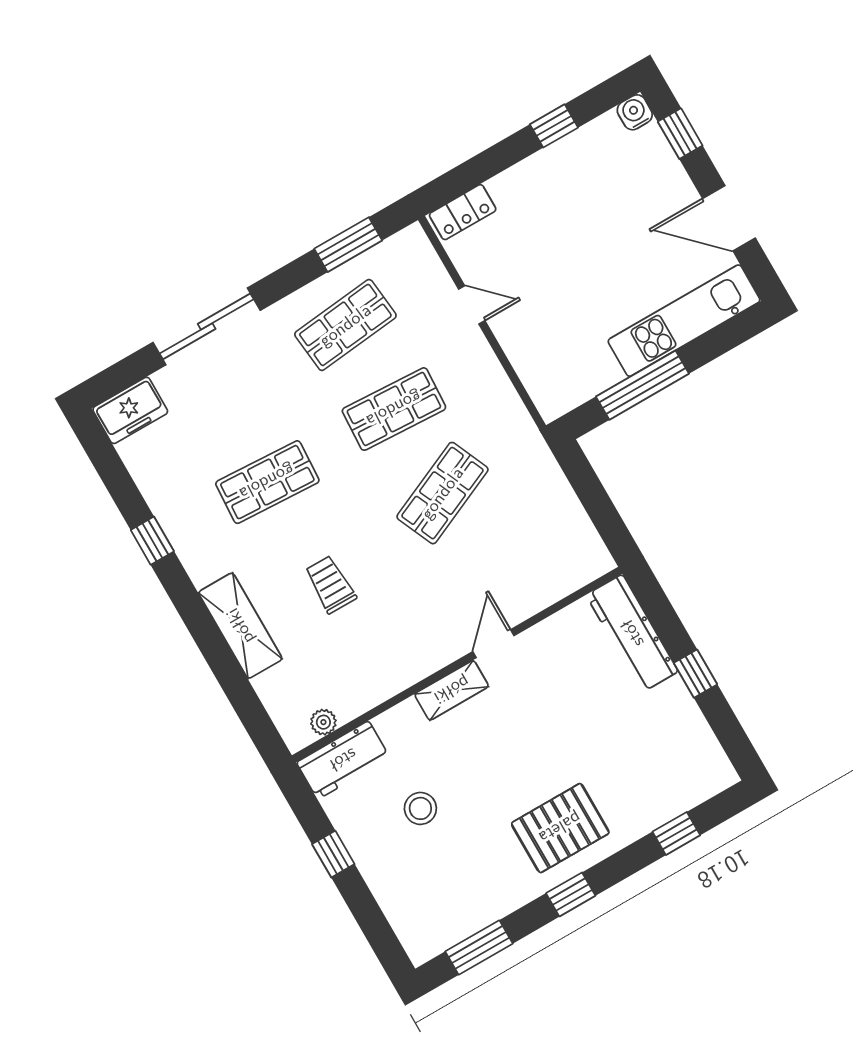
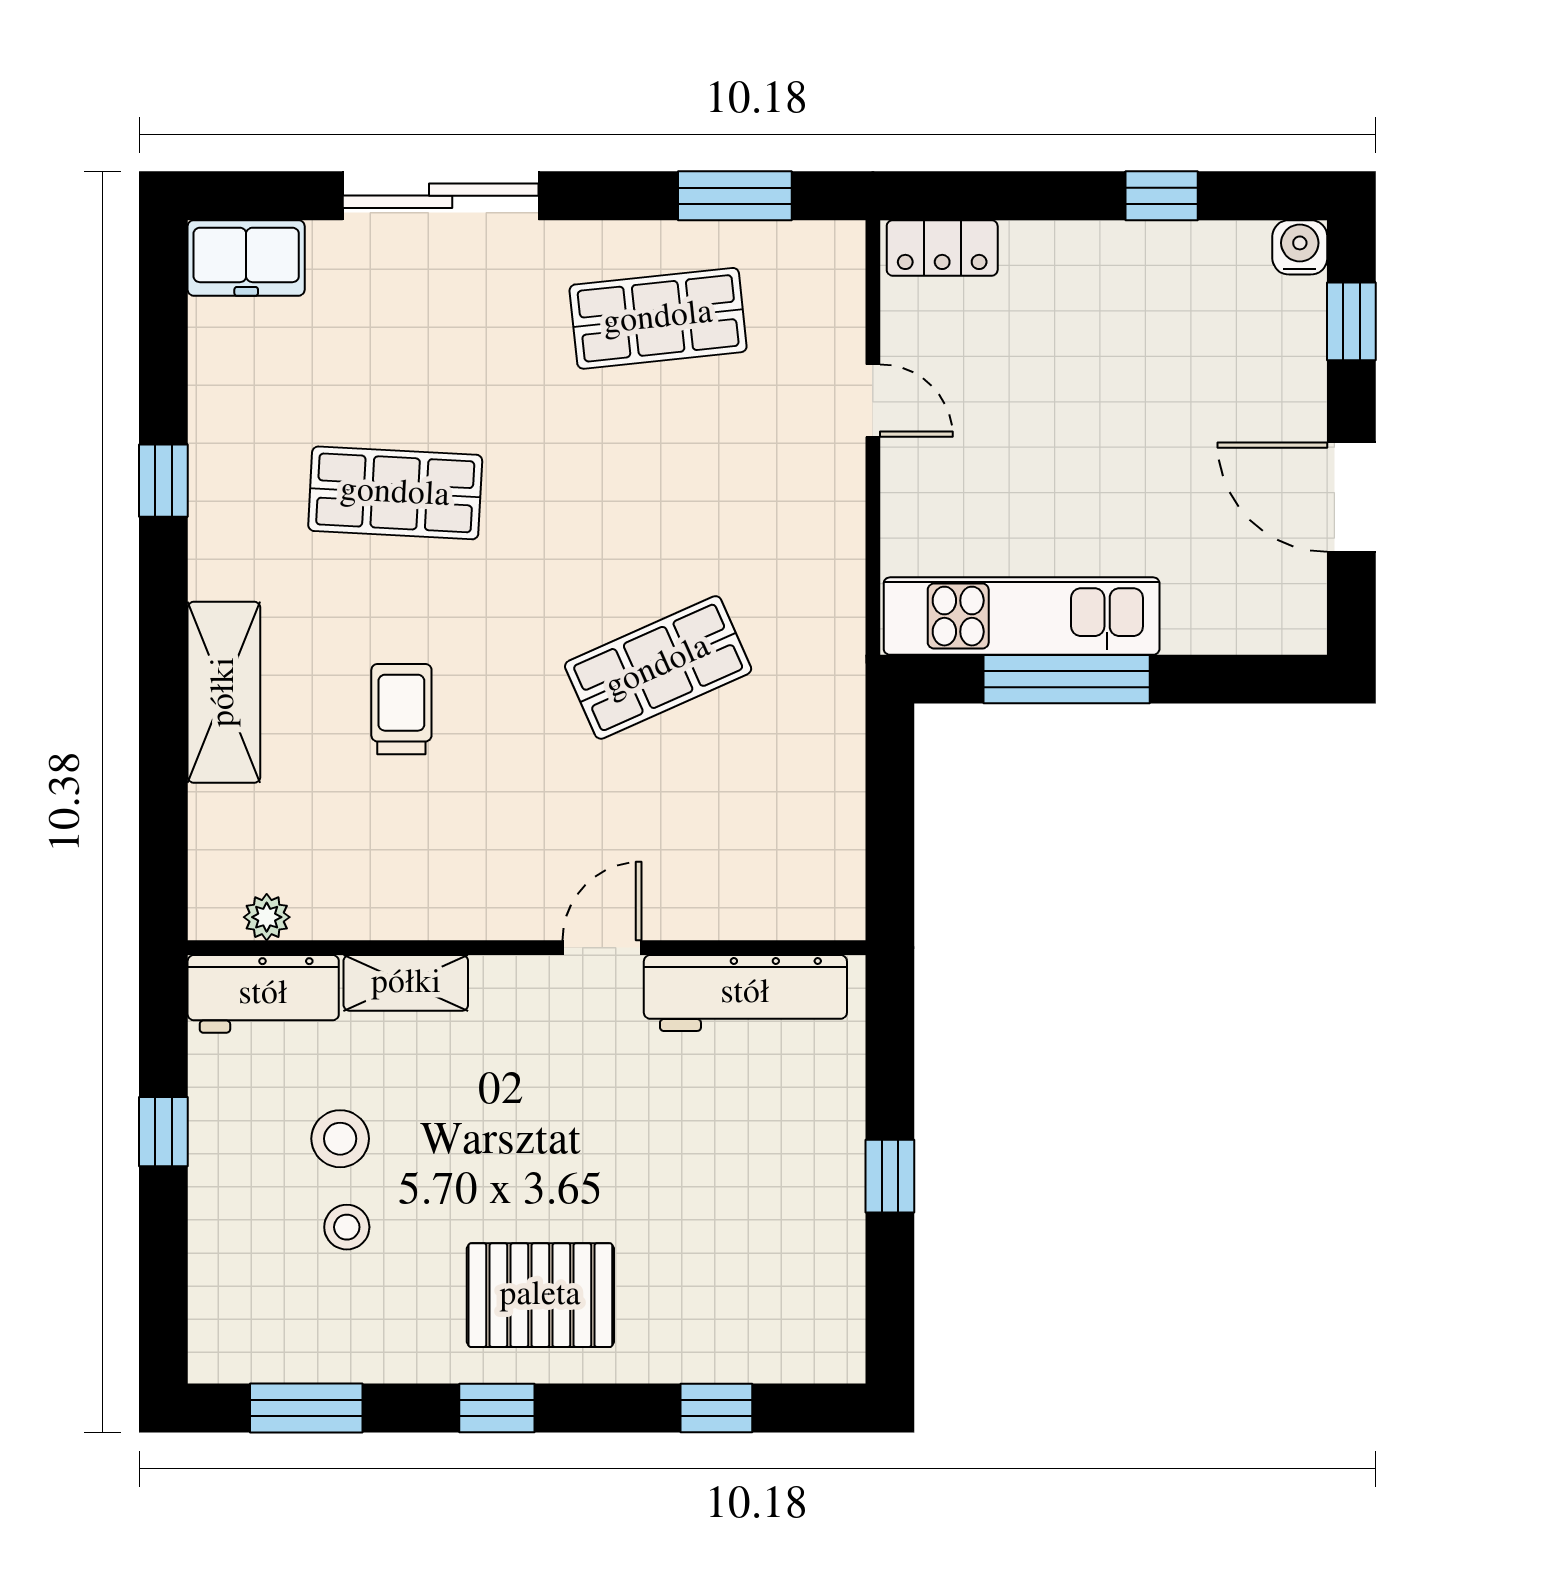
kitchen unit: (684, 321) -> (1022, 616), moved
shop shelf: (394, 409) -> (658, 493), removed
workbench: (632, 633) -> (745, 993), moved, turned -90
shelving: (452, 690) -> (406, 983), moved
stool: (448, 849) -> (347, 1227), added

